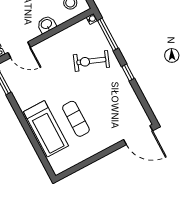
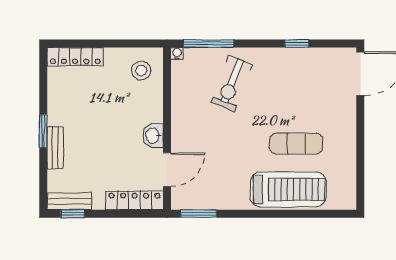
washbasin: (47, 24) -> (153, 136), moved
window: (128, 72) -> (297, 44), moved

